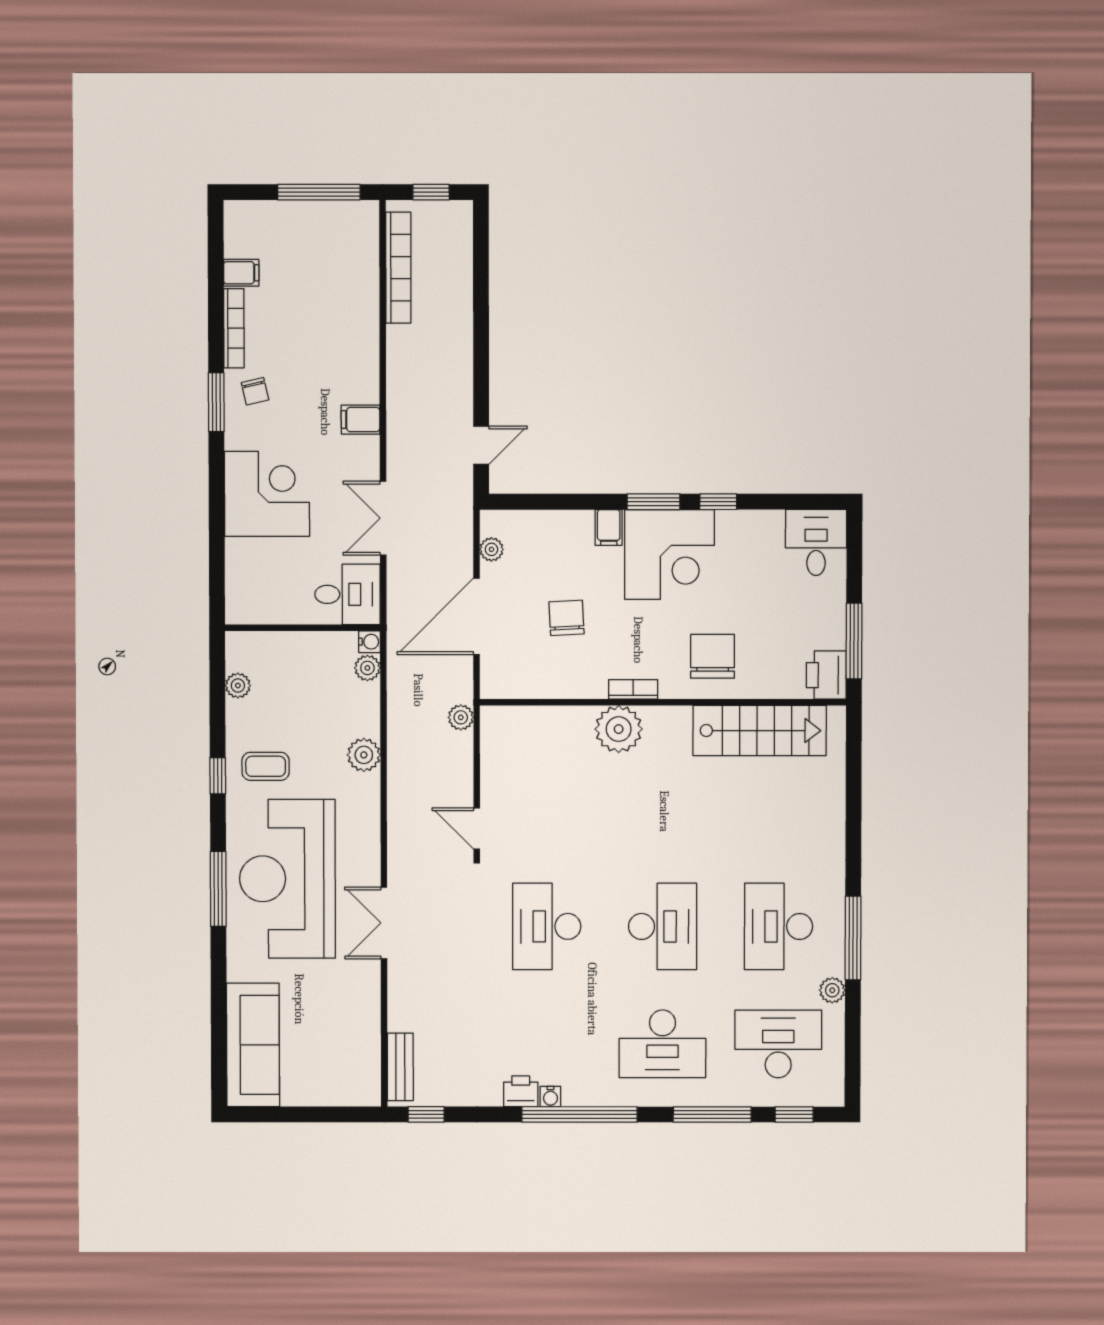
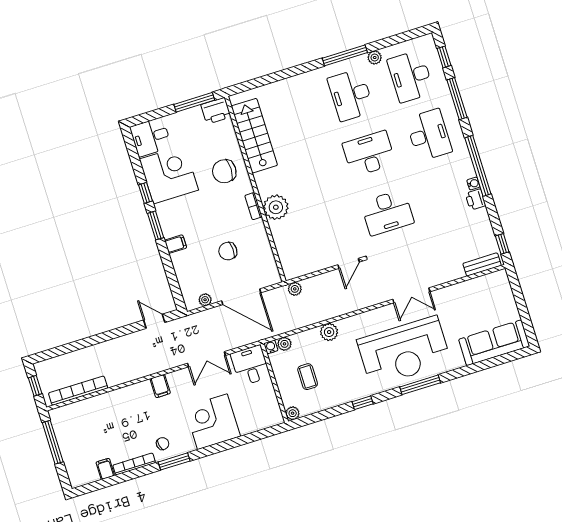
corner desk: (669, 554) -> (169, 174), moved
plant: (238, 686) -> (293, 413), moved
coffee table: (266, 766) -> (308, 377), moved
desk: (779, 926) -> (351, 95), turned 90

